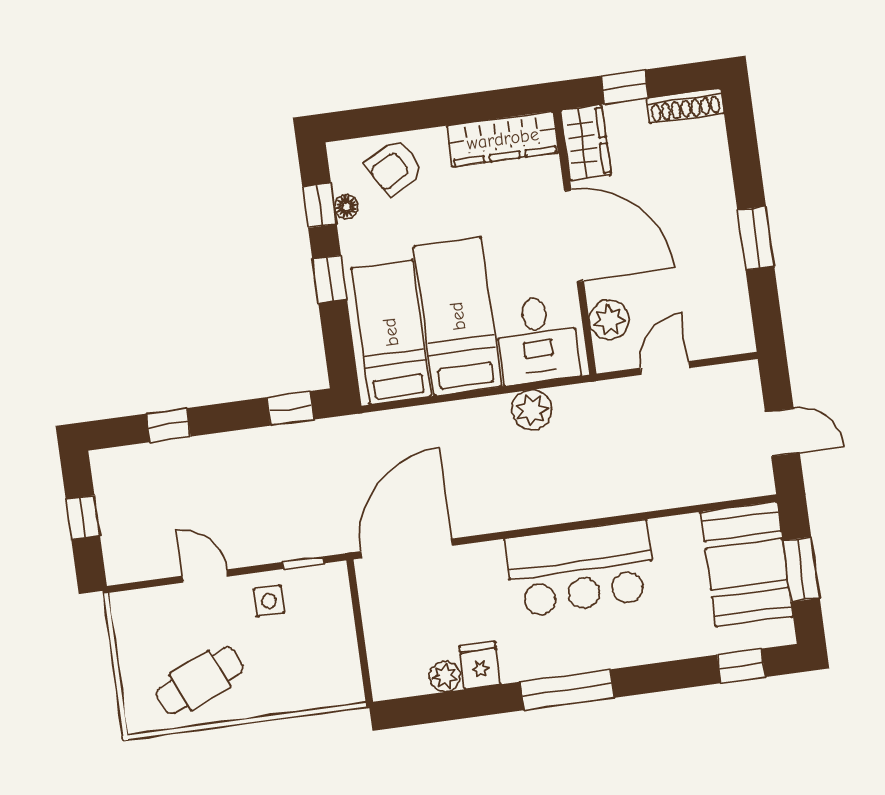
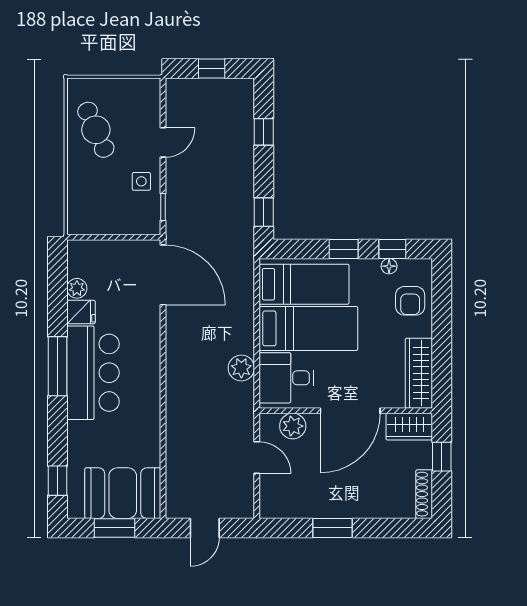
armchair: (394, 167) -> (410, 301), turned -150
bar counter: (581, 569) -> (93, 373), moved, turned 180

